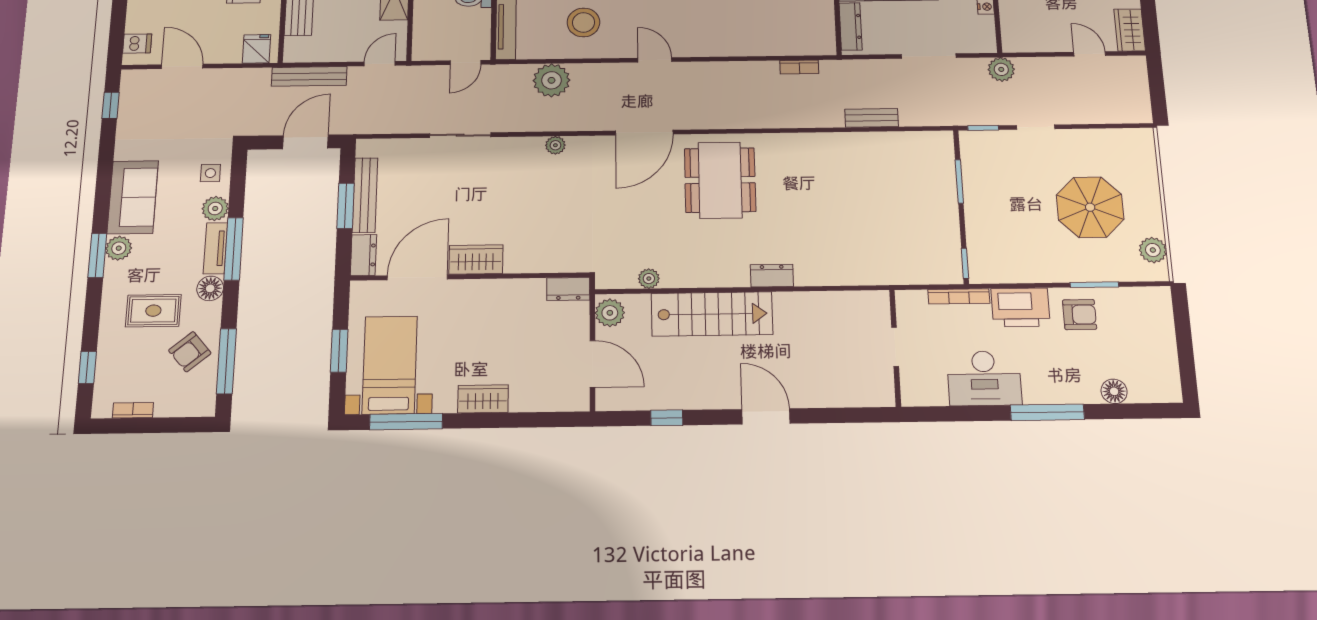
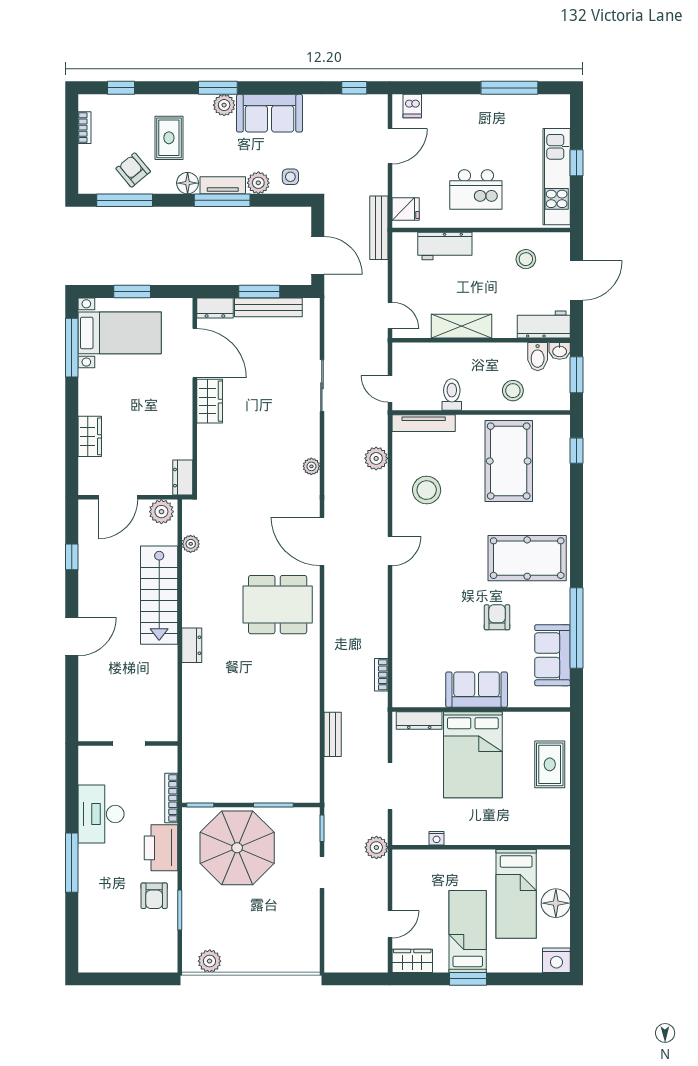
bench: (309, 76) -> (379, 228), moved
plant: (551, 80) -> (376, 458), width x0.73, depth x0.73
parasol: (1090, 207) -> (237, 848), moved, width x1.36, depth x1.36
floor lamp: (1114, 391) -> (88, 918), removed
wardrobe: (483, 399) -> (90, 436), moved

